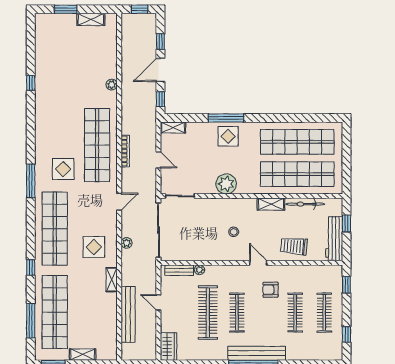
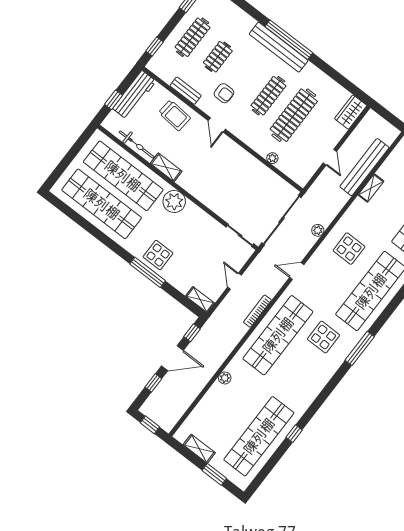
shop shelf: (55, 62) -> (259, 436), added
plant: (226, 184) -> (174, 202), moved
stool: (234, 232) -> (217, 168), removed
bench: (179, 270) -> (186, 91), moved
shelving: (112, 280) -> (371, 188), moved
clothes rail: (295, 313) -> (218, 57), width x0.73

